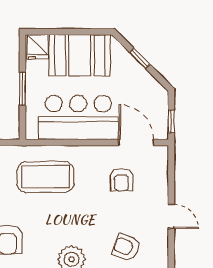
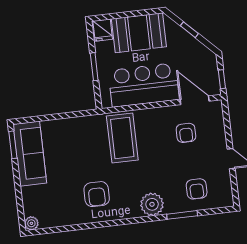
coffee table: (46, 177) -> (122, 138), turned 90
armchair: (126, 247) -> (197, 189), turned -109

